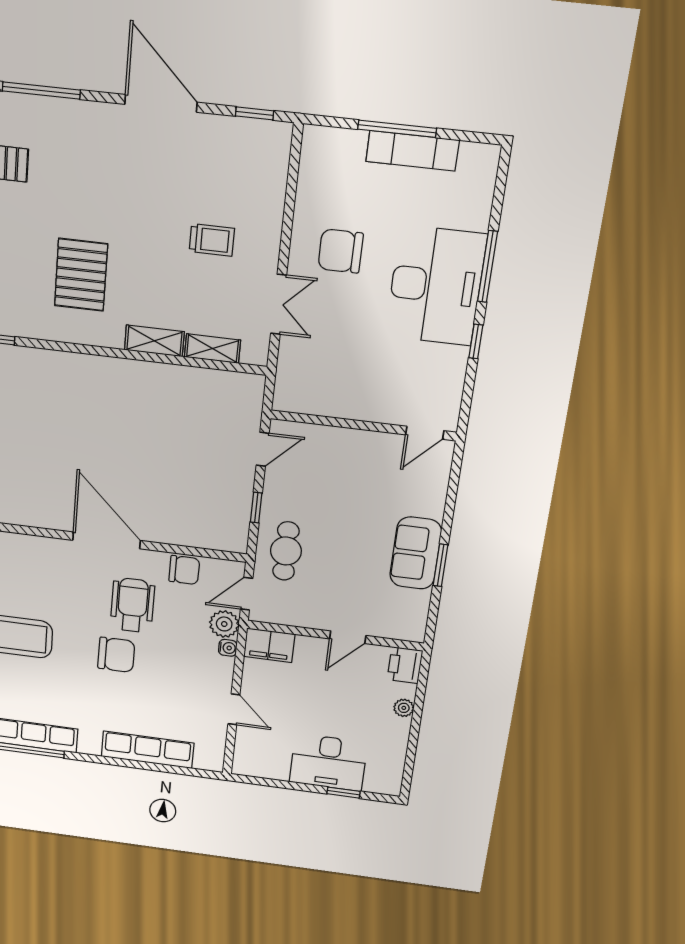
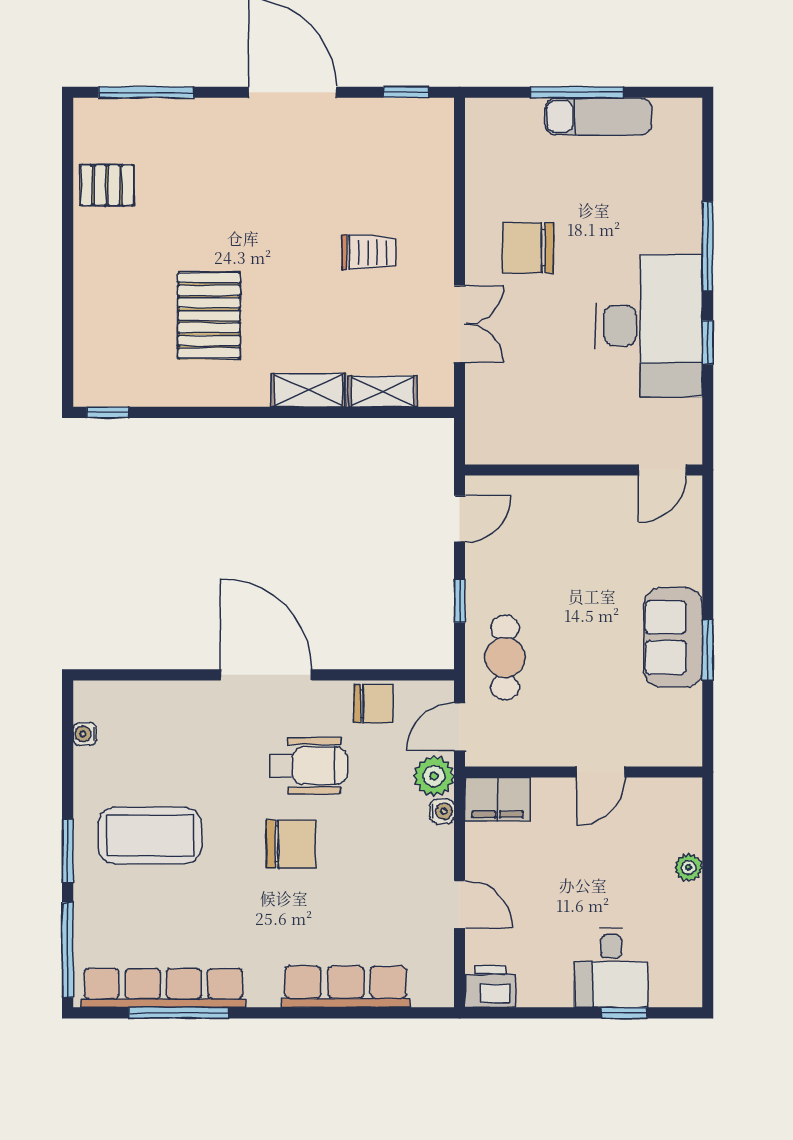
desk: (436, 286) -> (649, 326), moved
wheelchair: (132, 605) -> (308, 766), turned 90
printer: (405, 665) -> (490, 987), moved, turned 90
desk: (328, 762) -> (611, 968), width x0.73

